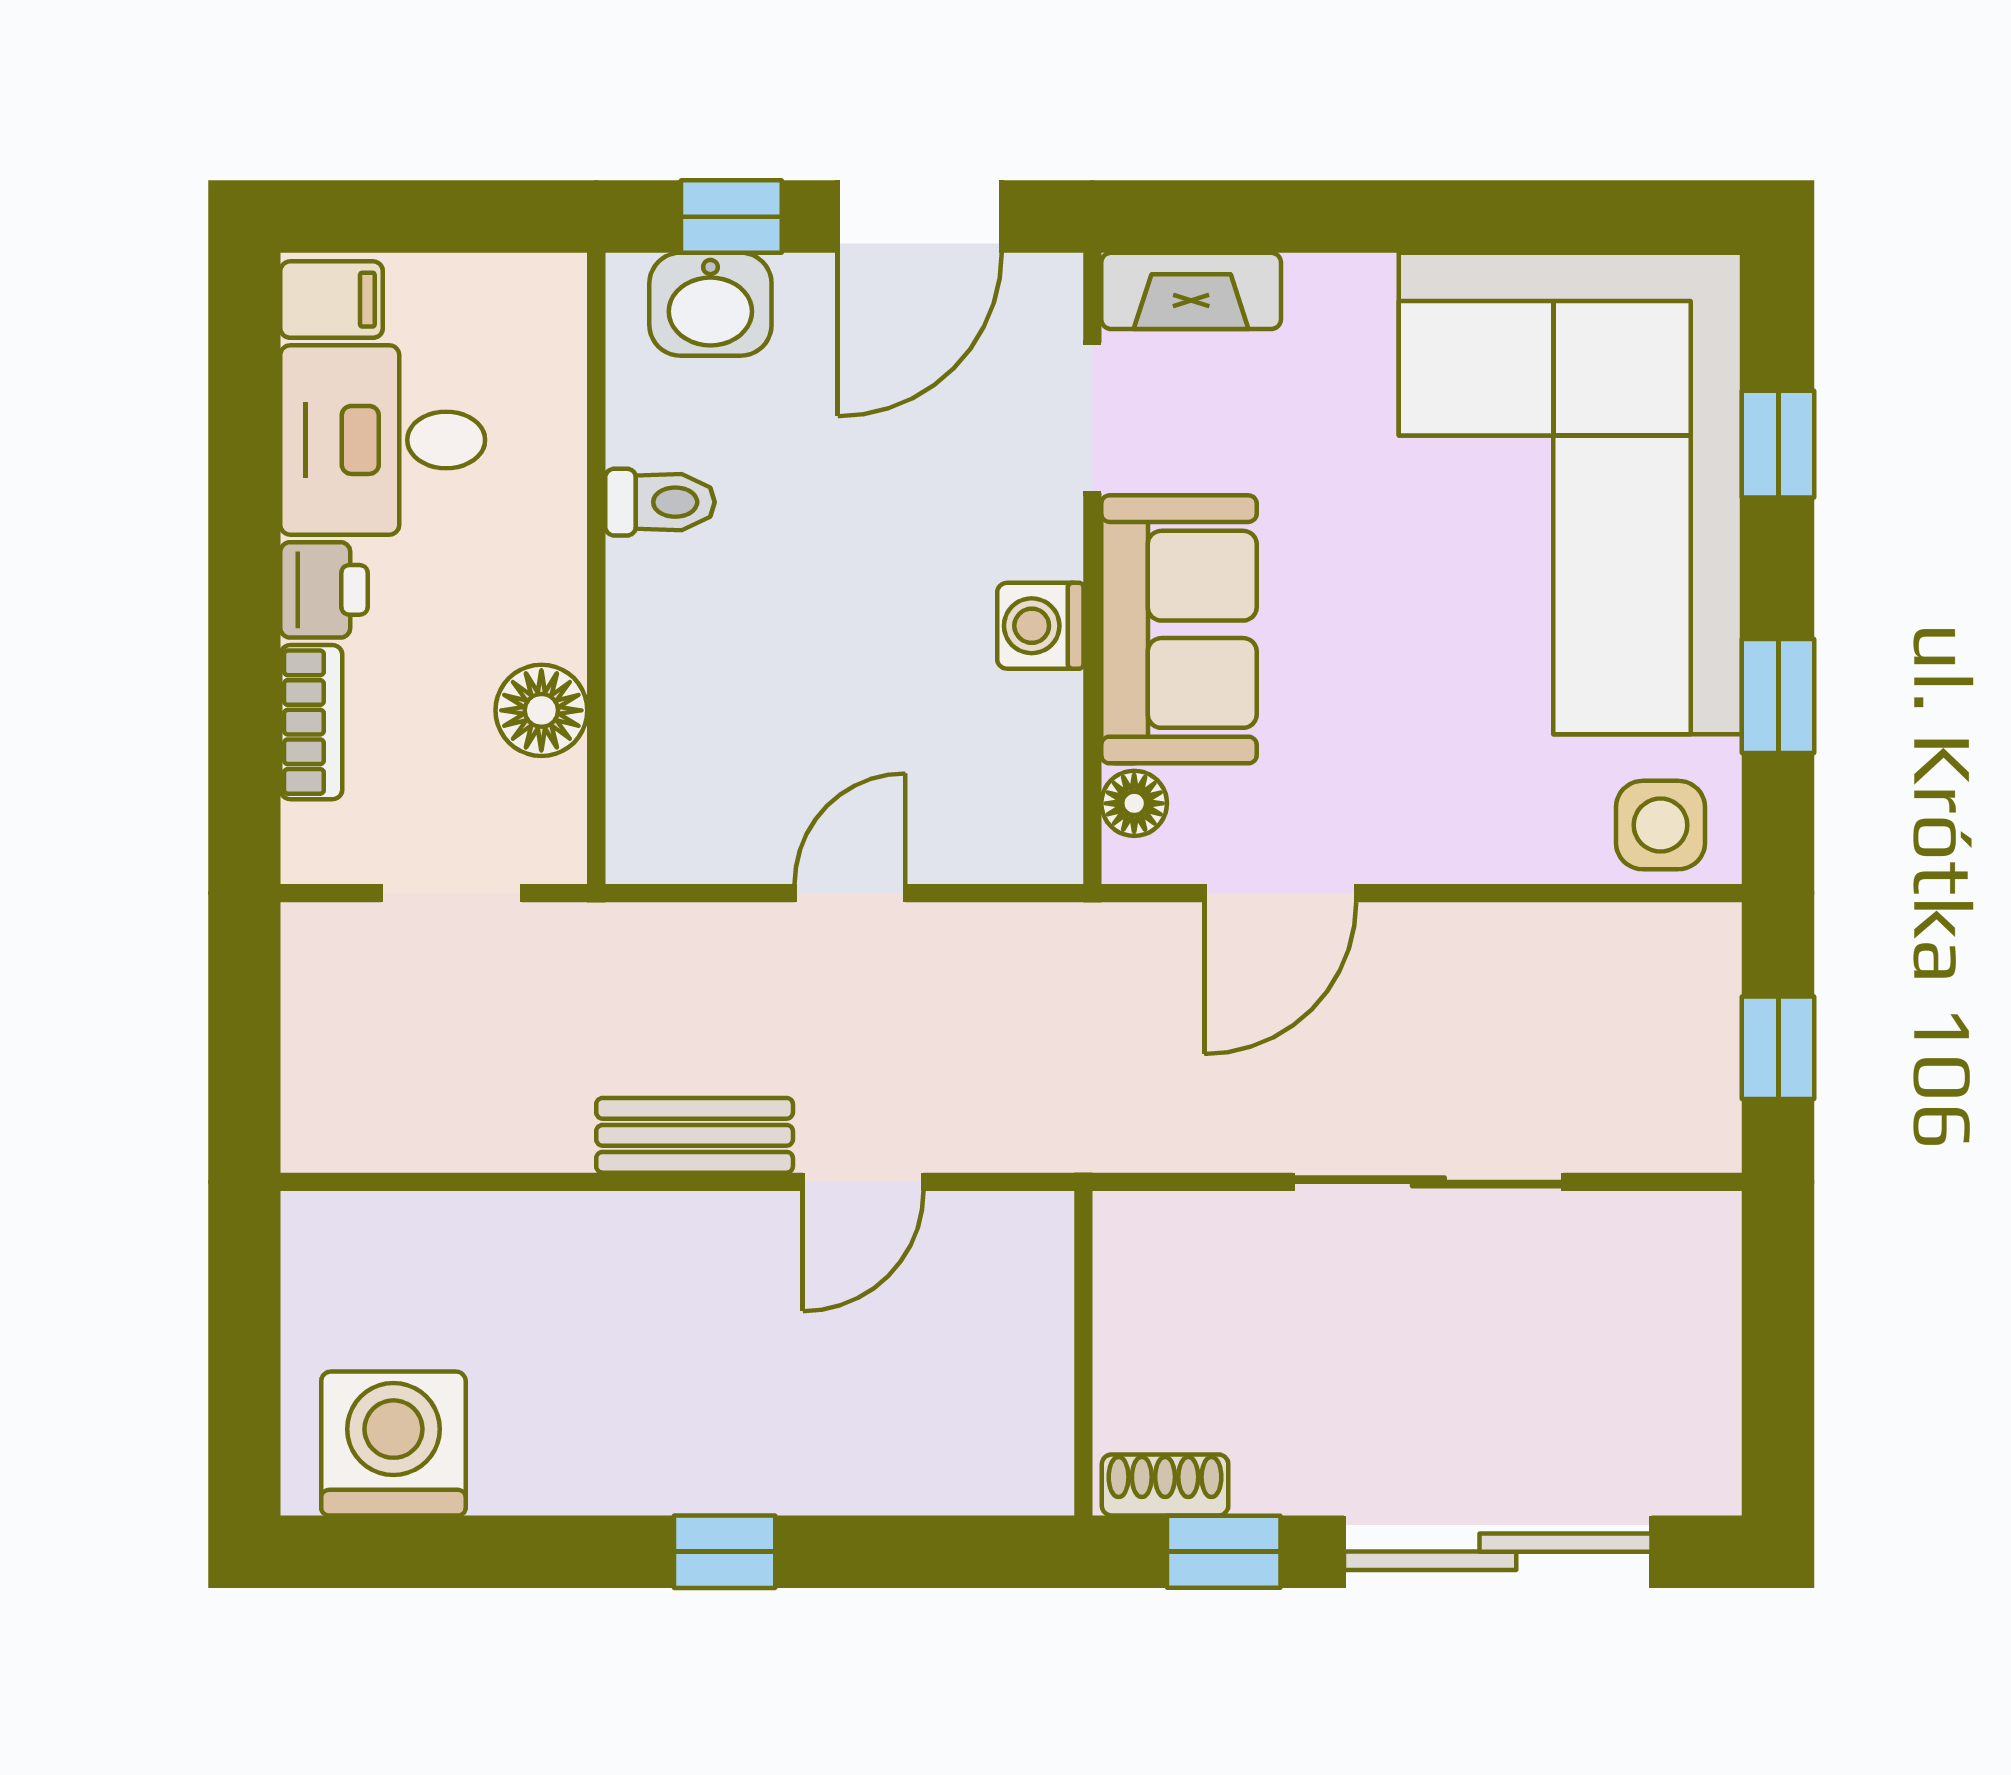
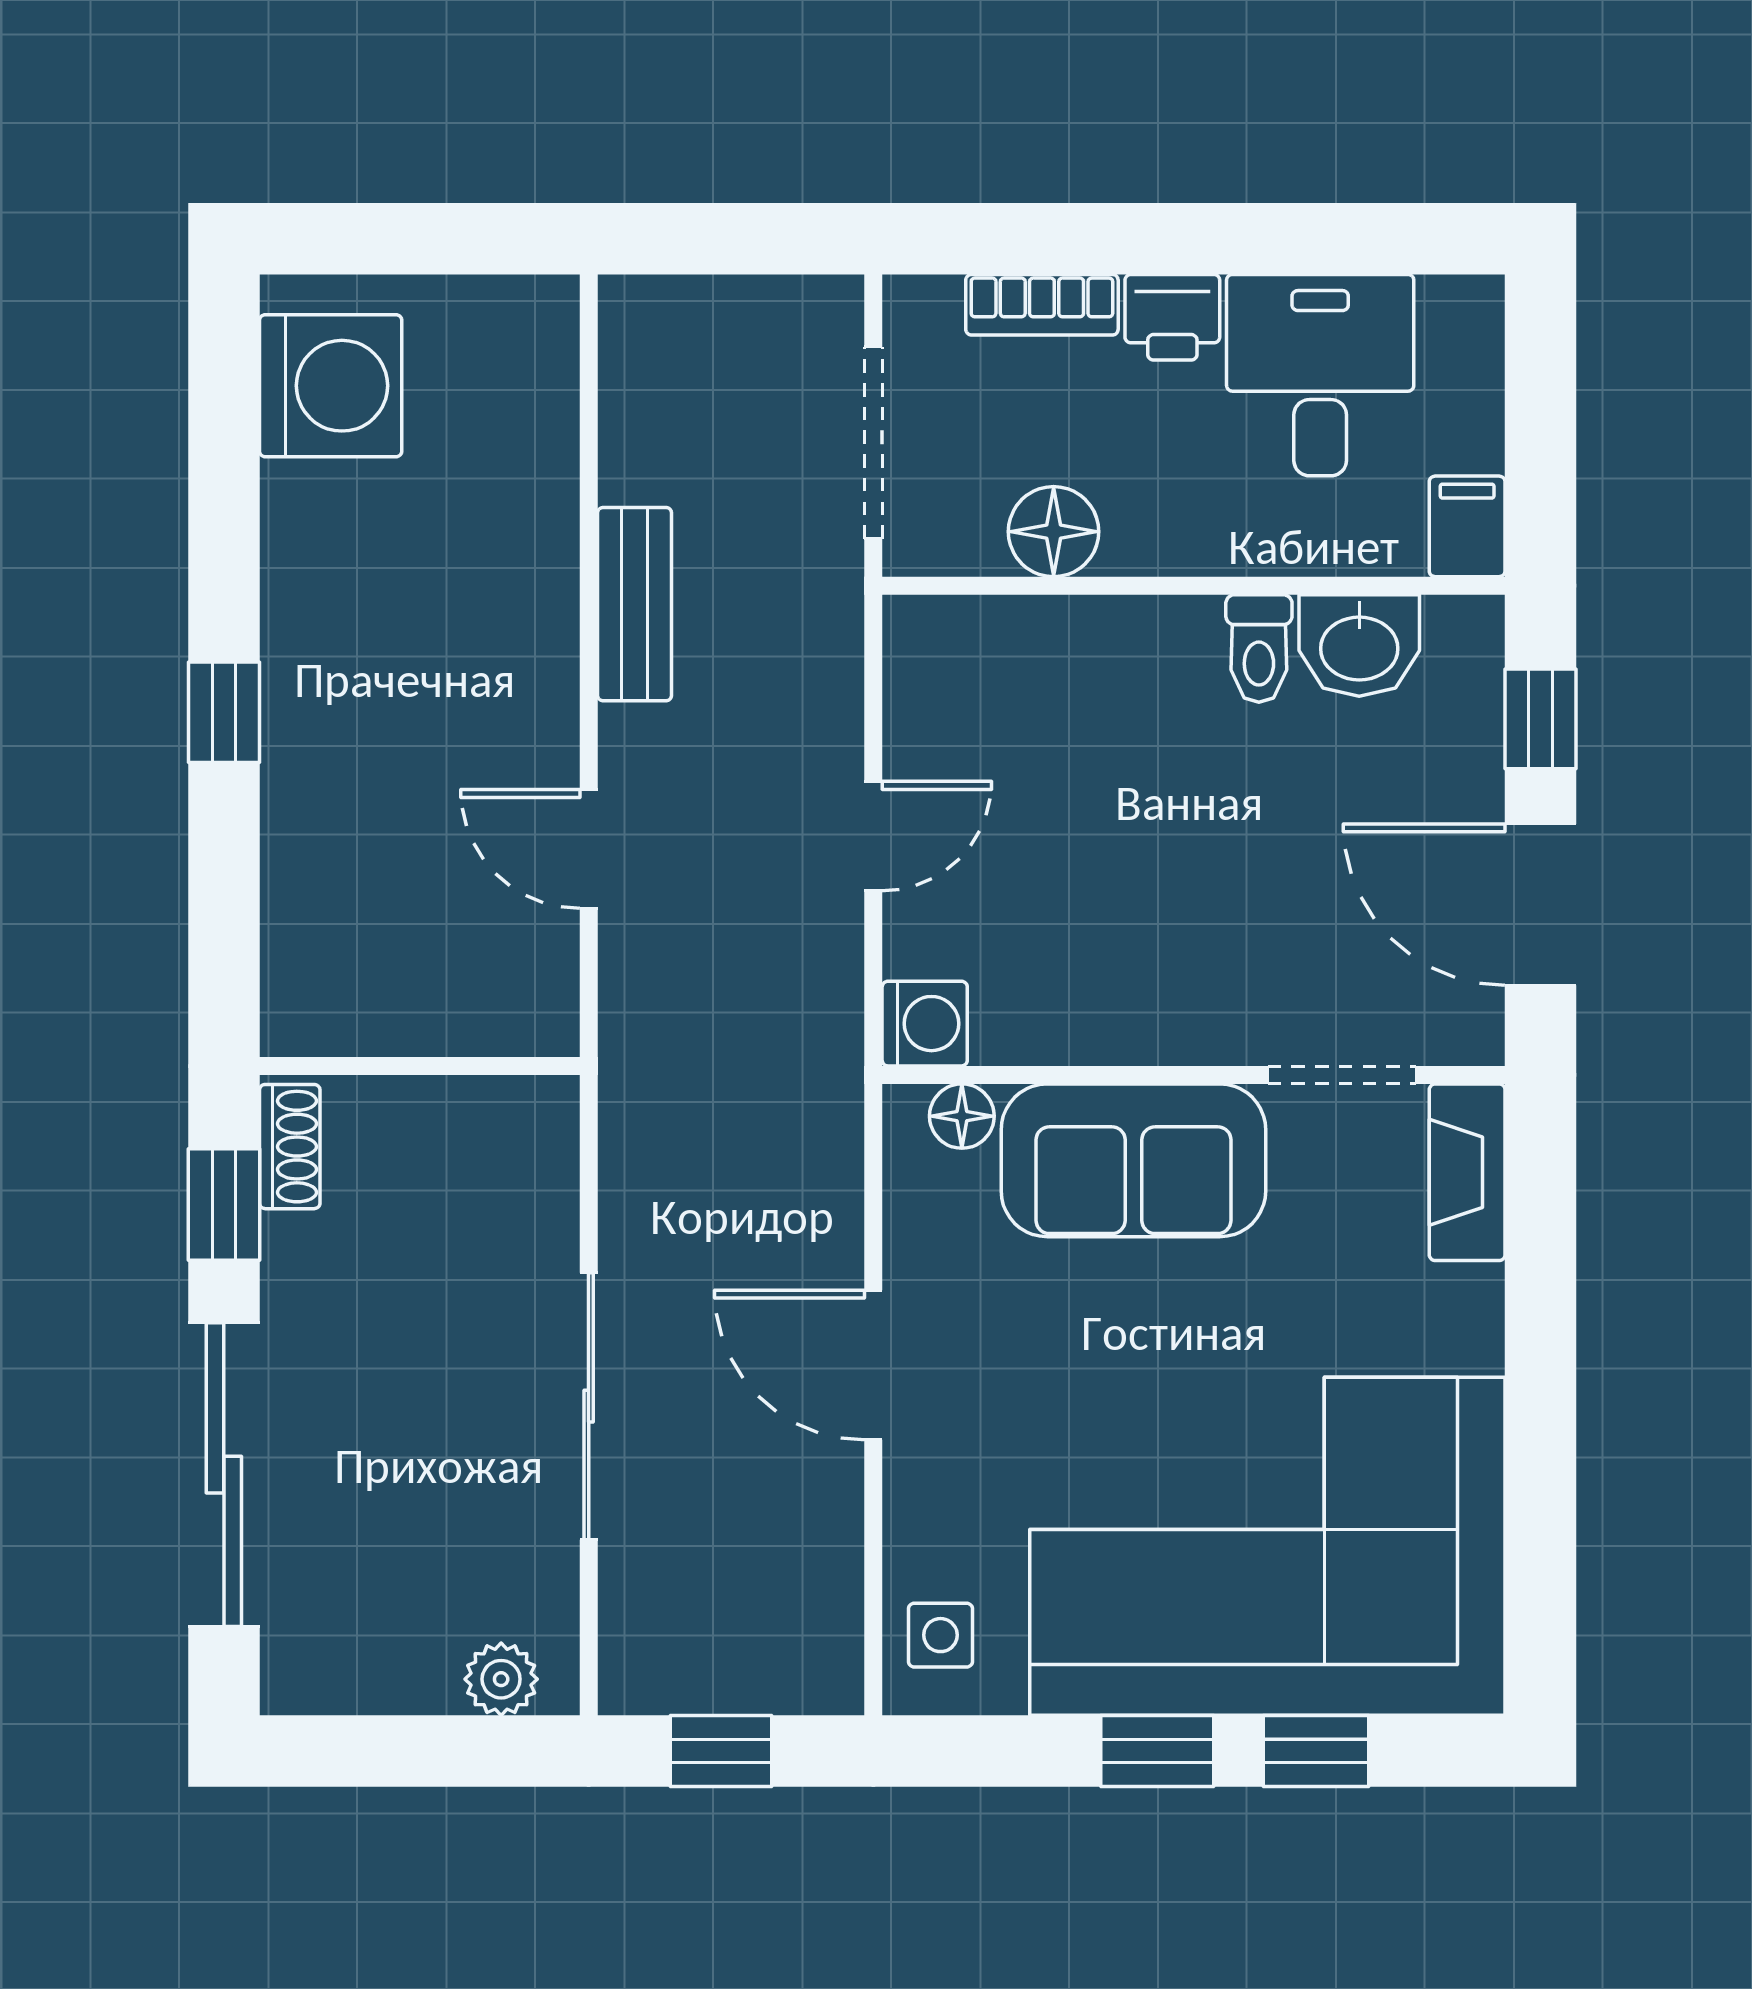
filing cabinet: (332, 300) -> (1467, 526), moved, turned 180
washbasin: (710, 304) -> (1359, 645), moved, turned -90
washing machine: (1040, 626) -> (925, 1024), moved, turned 90
window: (1778, 696) -> (1157, 1751), moved
side table: (1661, 825) -> (940, 1635), width x0.73, depth x0.73
doorway: (451, 893) -> (873, 443), width x1.38
door: (850, 893) -> (873, 836), hinge flipped
door: (1280, 893) -> (873, 1365), moved
bench: (695, 1135) -> (635, 604), moved
plant: (1705, 1271) -> (501, 1679), added

